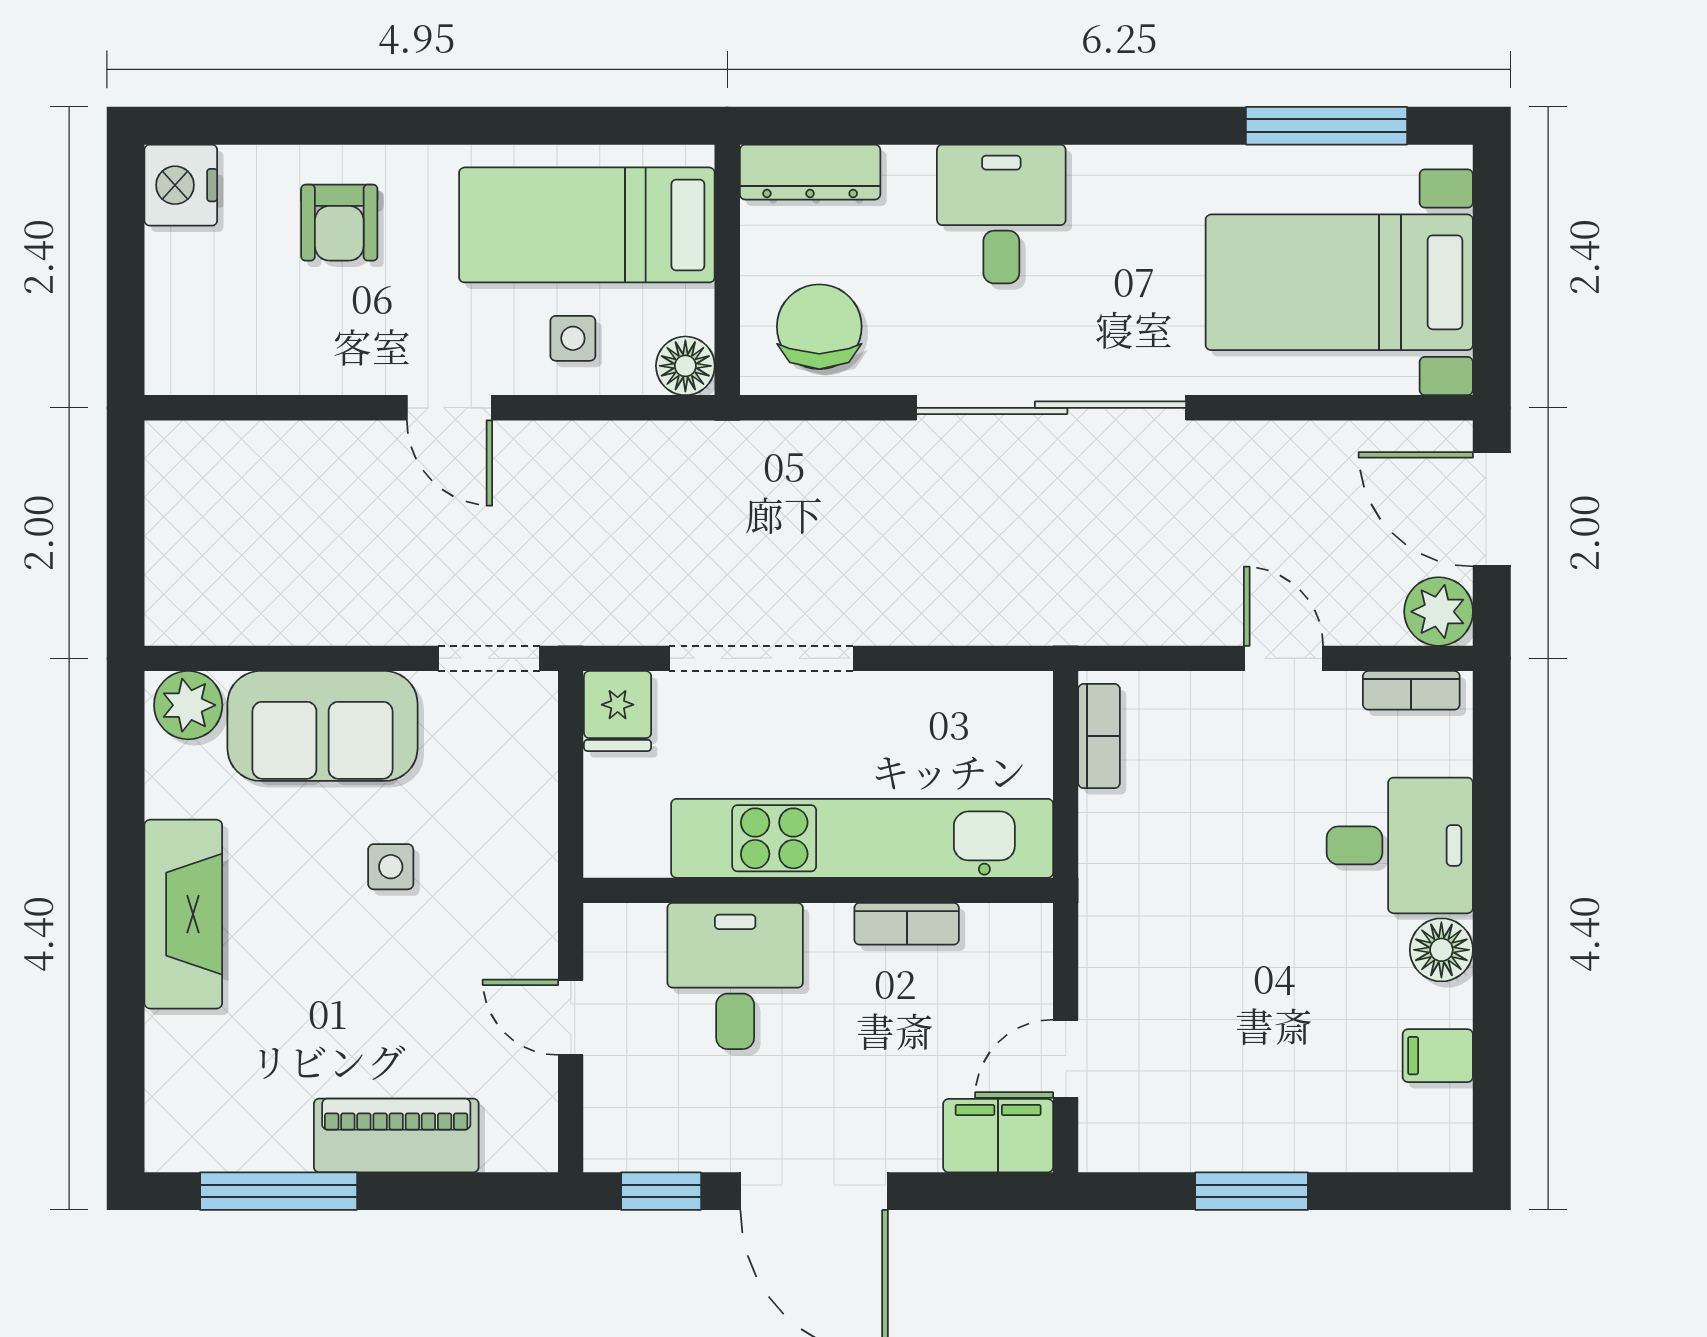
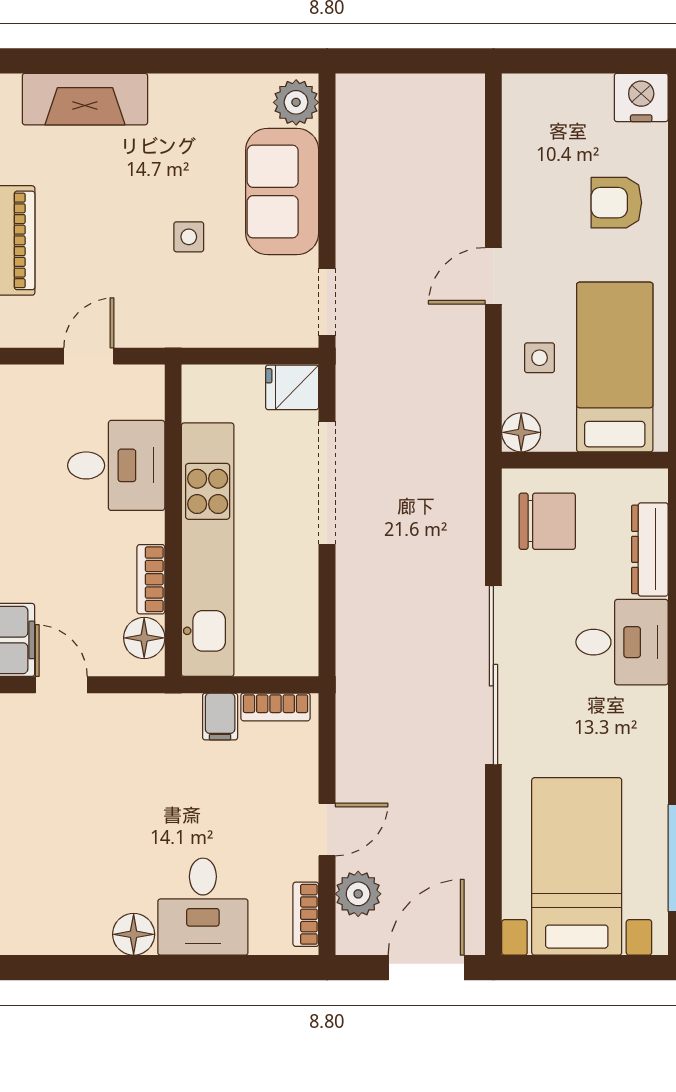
dresser: (810, 172) -> (650, 549), moved
plant: (1439, 612) -> (358, 894), moved
fireplace: (183, 914) -> (85, 99), moved
floor lamp: (995, 934) -> (144, 638), added
filing cabinet: (1438, 1056) -> (220, 717), moved, turned 180

